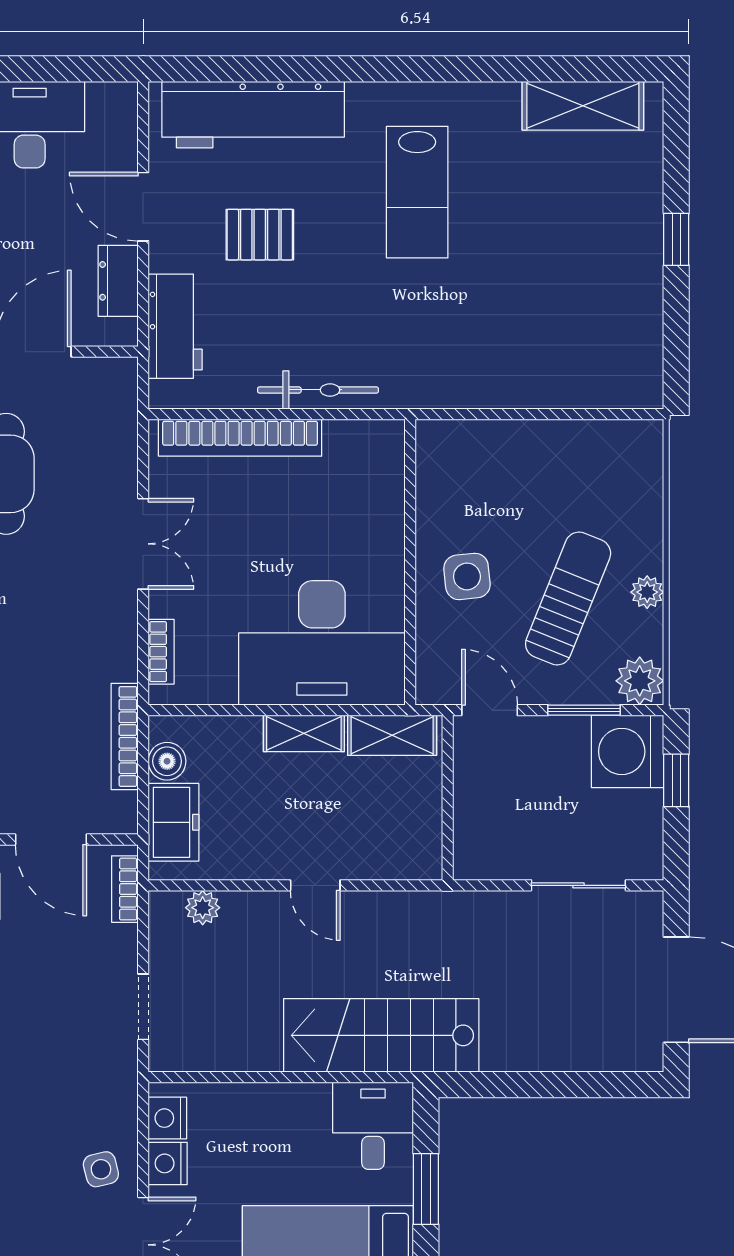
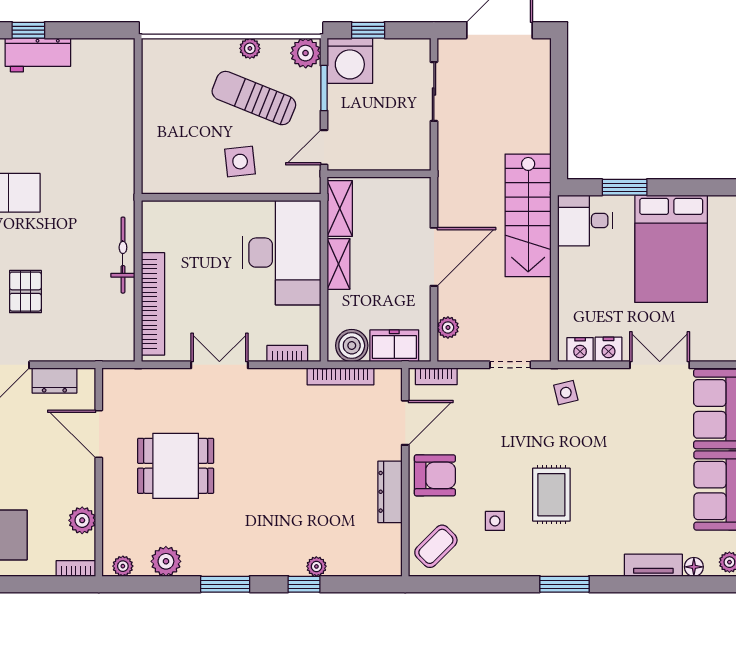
workbench: (175, 326) -> (38, 55), moved, turned 180
boiler: (167, 761) -> (352, 346), width x1.36, depth x1.36
door: (315, 885) -> (434, 257), width x1.88
side table: (101, 1169) -> (566, 393), moved

